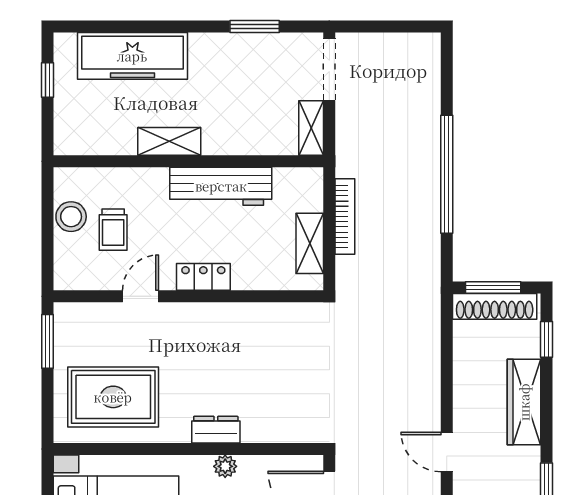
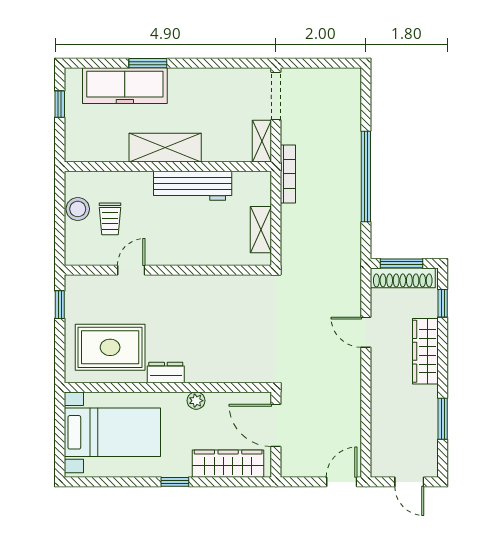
window: (255, 26) -> (148, 63), moved
shelving: (169, 141) -> (165, 148), width x1.50, depth x1.33
bookcase: (345, 217) -> (288, 174), moved
locker: (203, 277) -> (179, 255), removed
window: (48, 341) -> (60, 305), width x0.67
dresser: (216, 430) -> (166, 372), moved
door: (447, 452) -> (366, 332), moved

